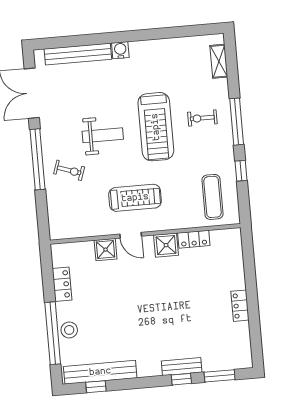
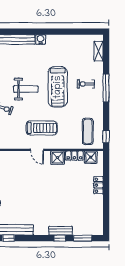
window: (241, 171) -> (106, 137), moved
shower: (106, 250) -> (91, 157), moved
locker: (240, 306) -> (98, 185), moved

